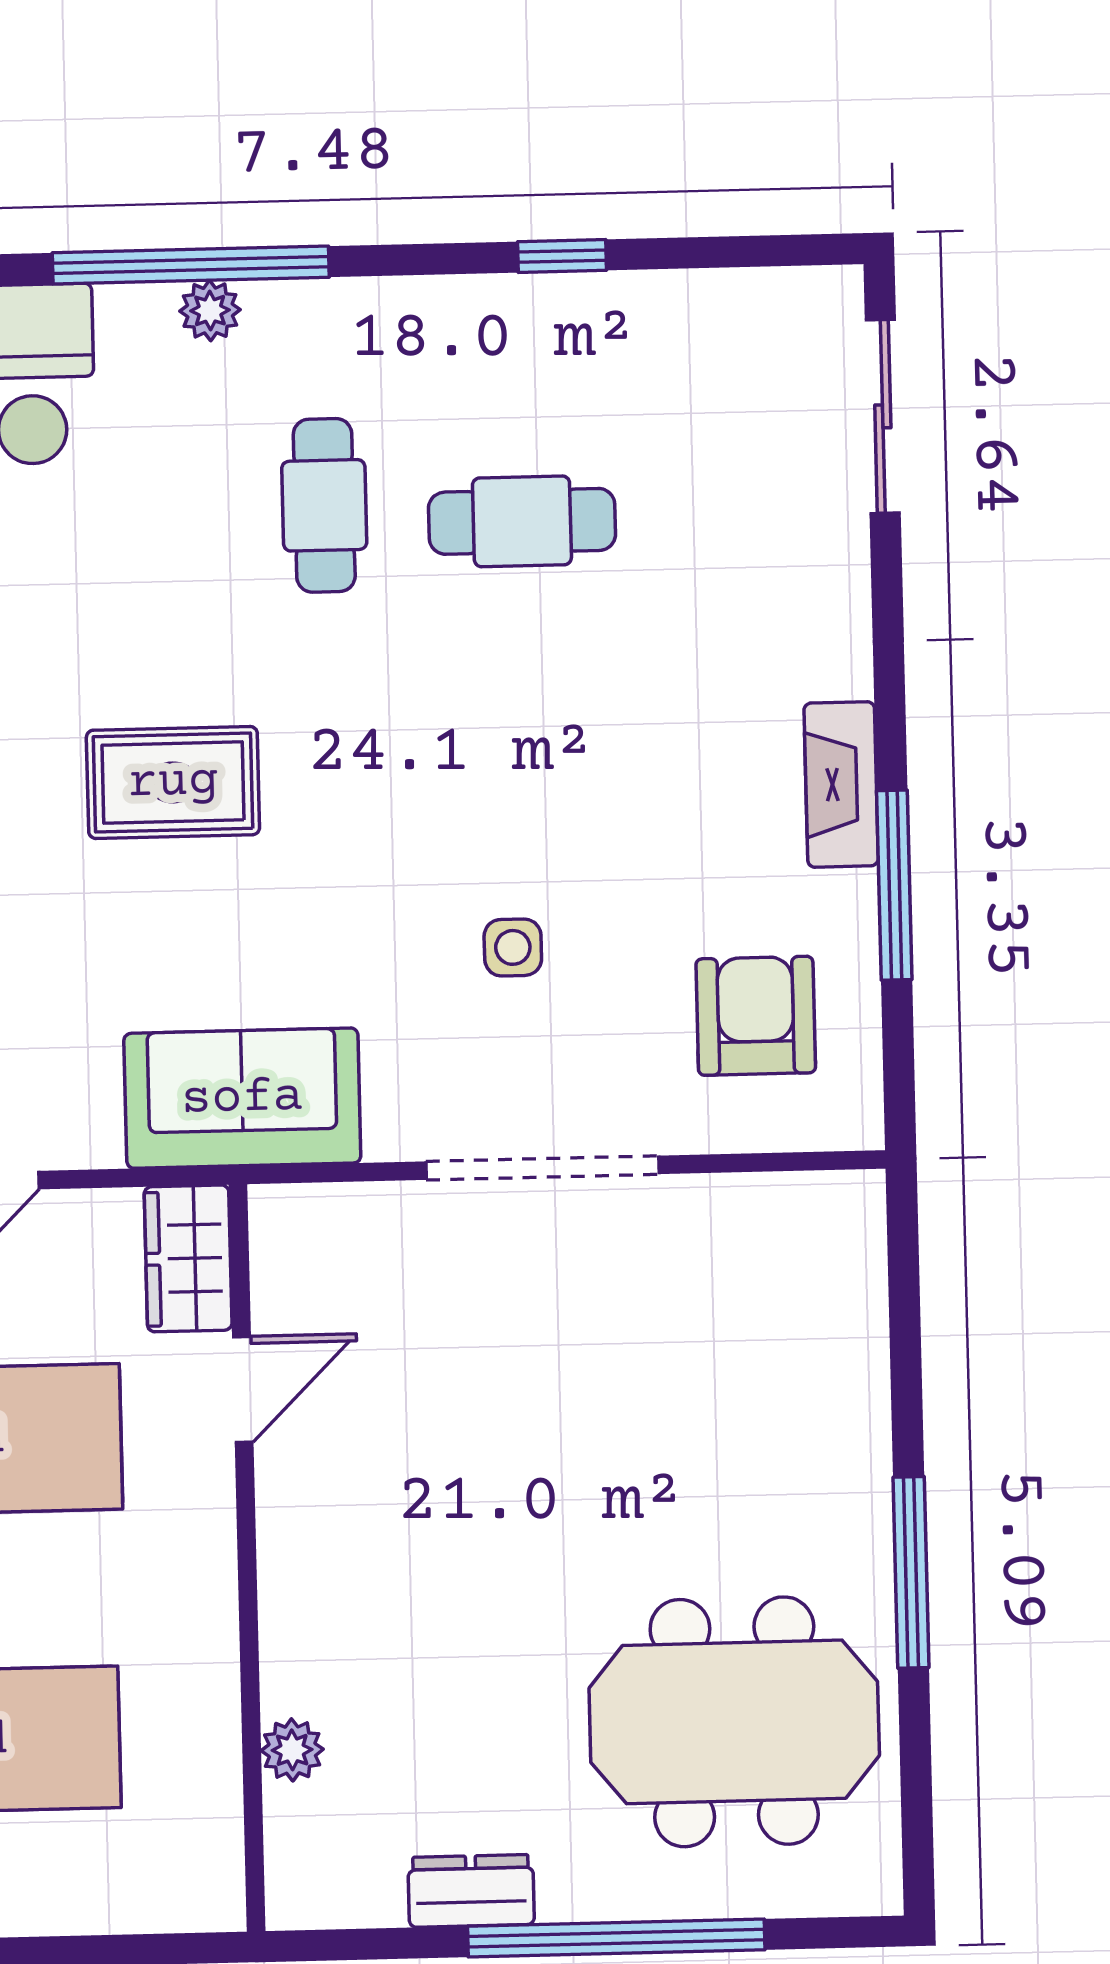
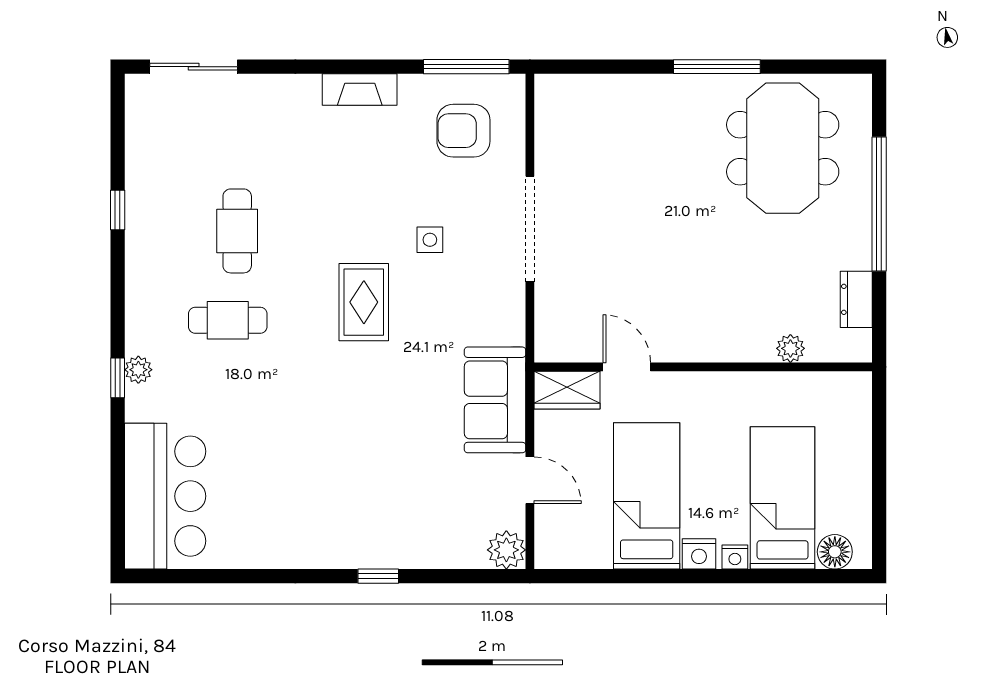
window: (191, 265) -> (118, 378), width x0.32
rug: (173, 782) -> (364, 302), moved
window: (894, 885) -> (466, 67), moved
sofa: (242, 1098) -> (495, 400), moved
dresser: (471, 1891) -> (856, 299), moved

